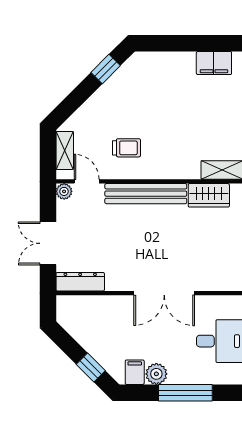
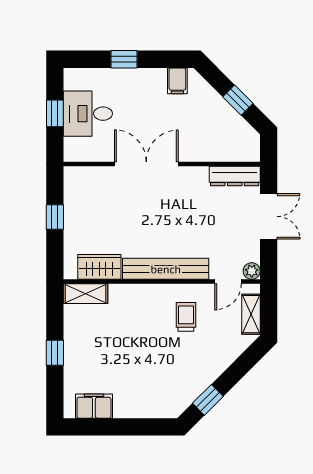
trolley: (127, 148) -> (186, 317), turned 90
door: (87, 181) -> (228, 282), hinge flipped
window: (91, 367) -> (238, 100), moved
plant: (156, 374) -> (155, 79), removed
window: (185, 393) -> (124, 59), width x0.46

